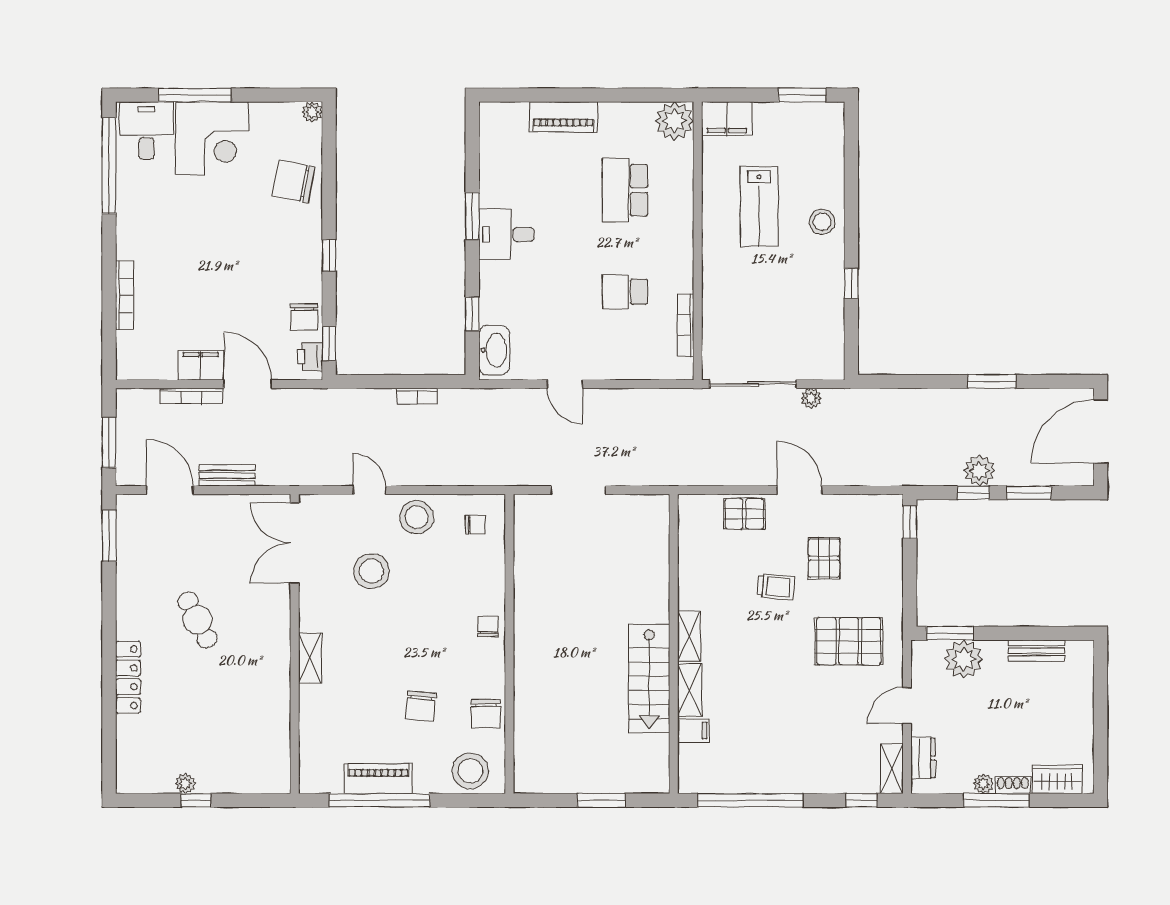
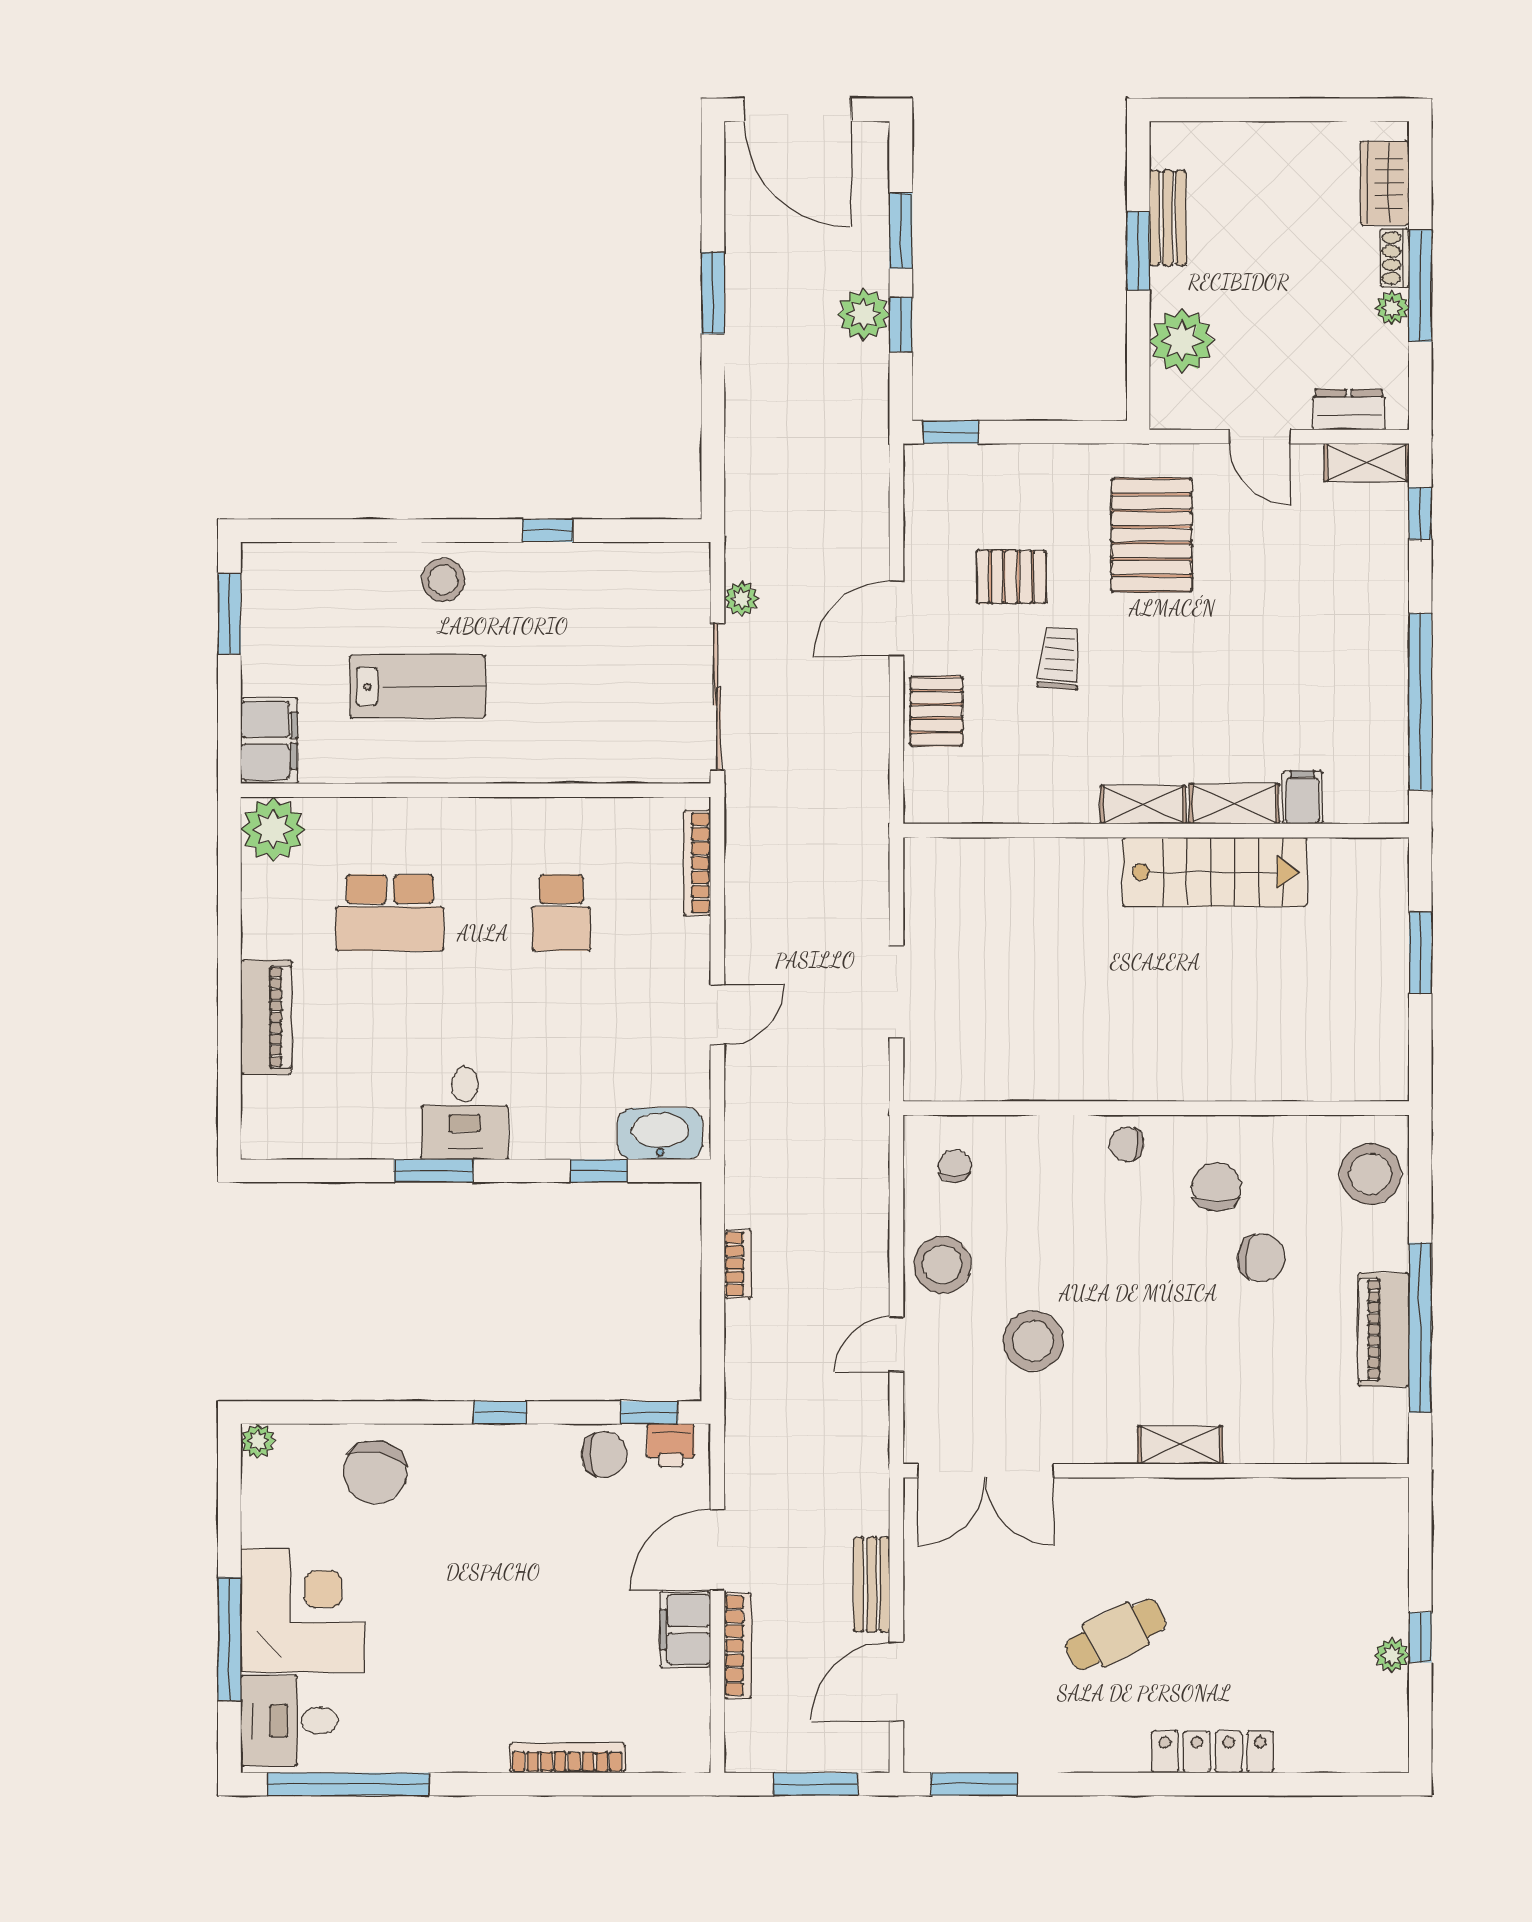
bookcase: (686, 325) -> (697, 863), moved, turned 90
window: (950, 633) -> (1138, 251), moved
chair: (486, 714) -> (1216, 1187), moved, turned -90

